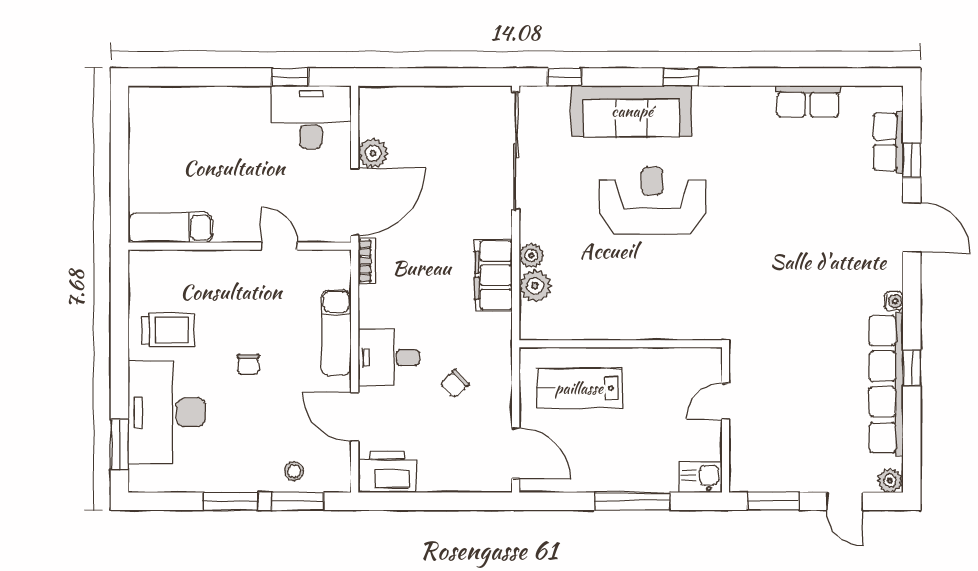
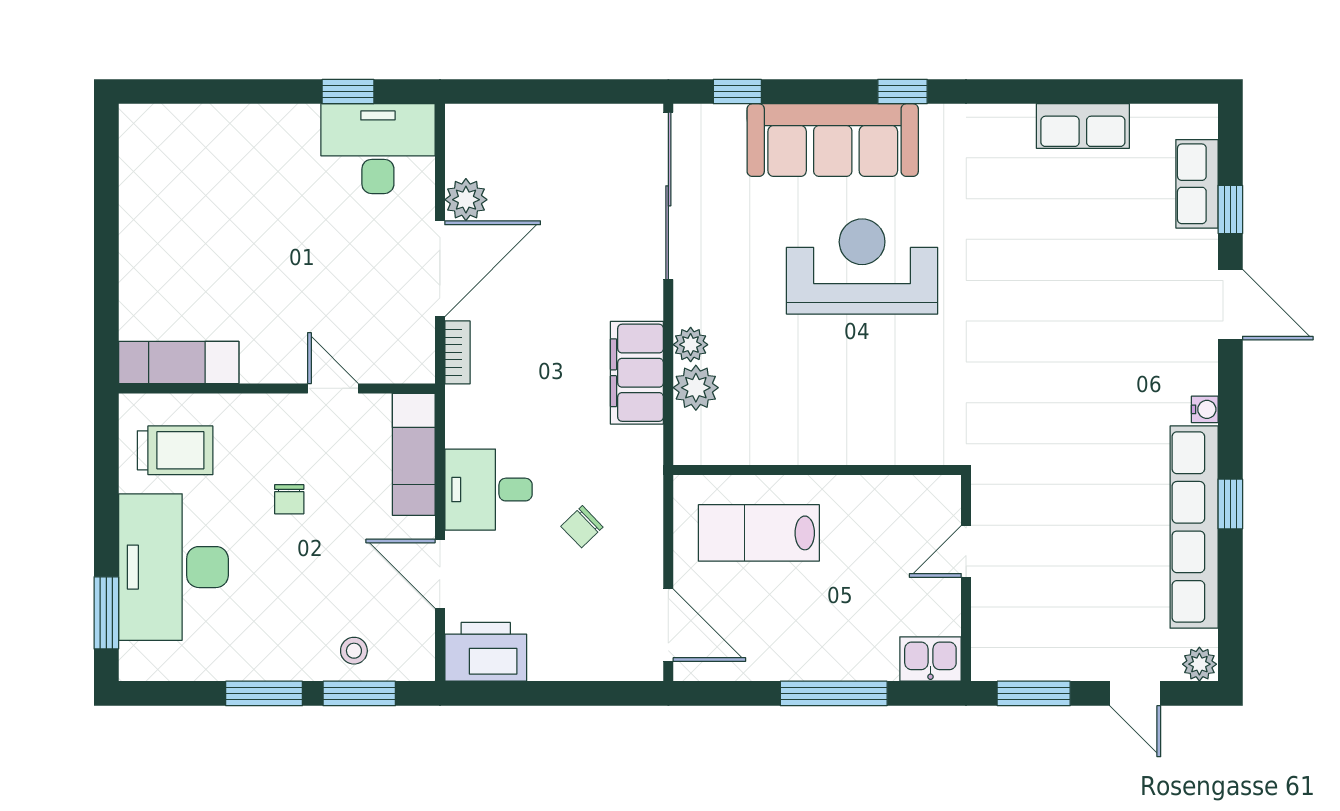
exam couch: (171, 228) -> (179, 362), moved
wall: (240, 246) -> (277, 388), moved
door: (279, 246) -> (333, 388), moved

